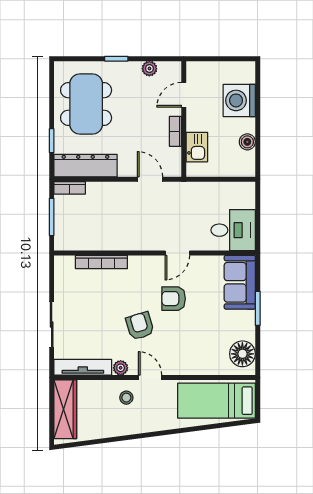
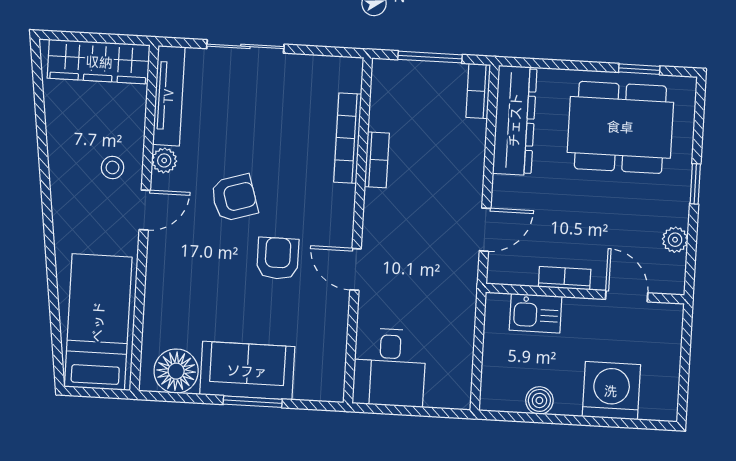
window: (52, 141) -> (639, 69), moved
bookcase: (113, 244) -> (377, 160), added
sofa: (240, 282) -> (247, 371), moved

